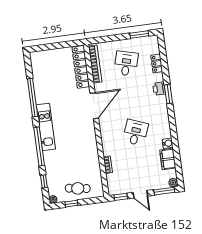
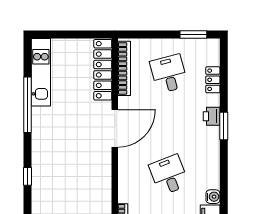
desk: (126, 64) -> (169, 74), turned -30
kitchen unit: (46, 127) -> (41, 72), moved
desk: (136, 133) -> (169, 175), turned -42
window: (39, 147) -> (27, 176), width x0.32

